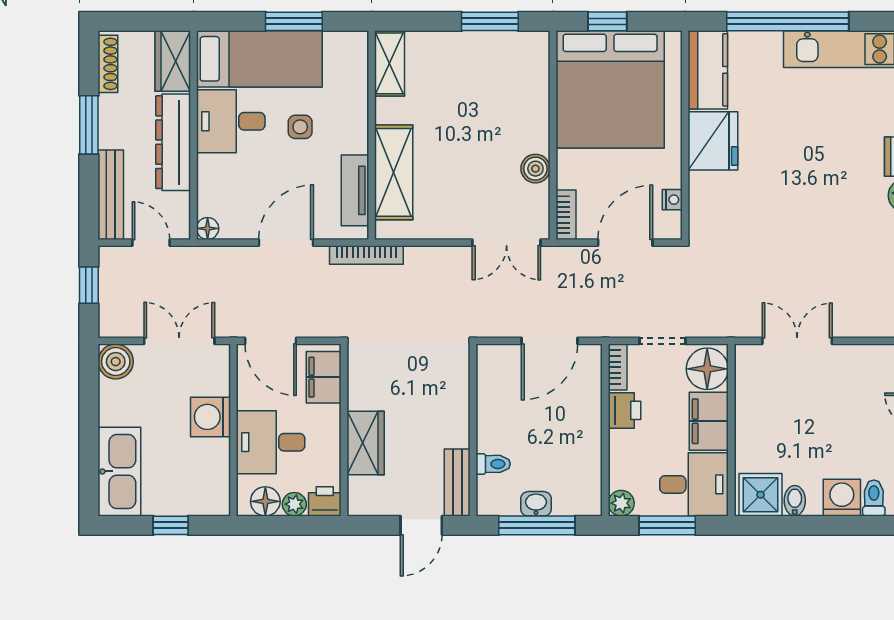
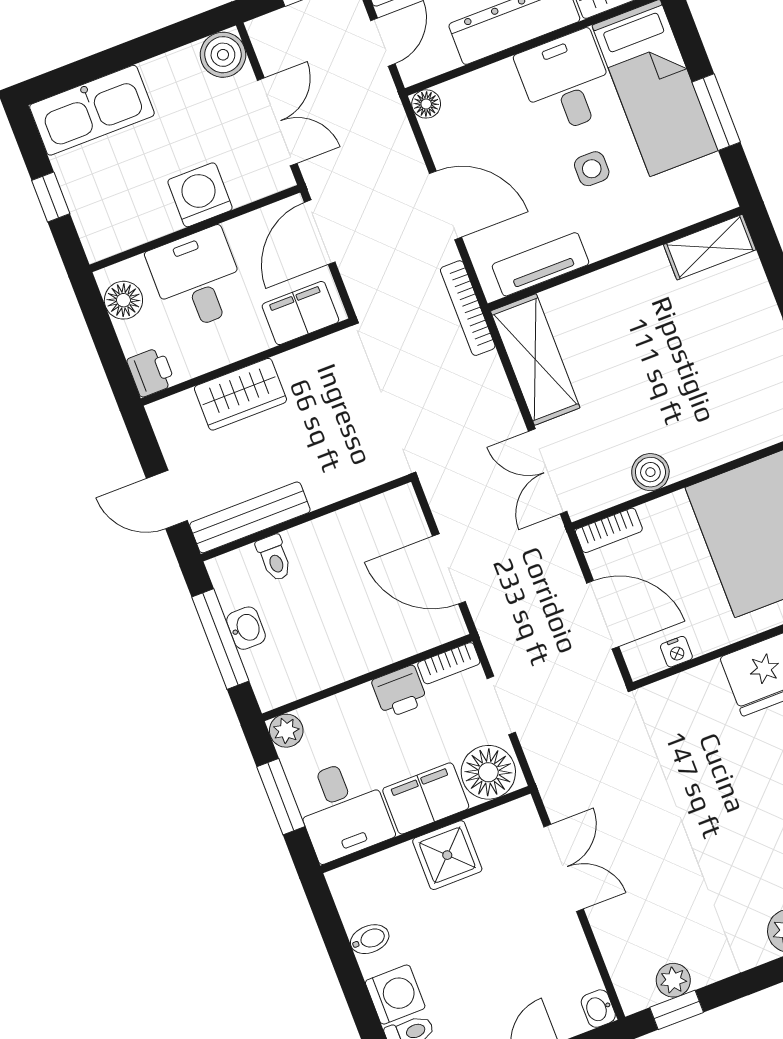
shelving: (394, 172) -> (535, 359), moved, turned 90
bench: (457, 482) -> (250, 517), width x1.36
shower: (761, 495) -> (447, 855), moved
plant: (294, 504) -> (133, 337), removed

